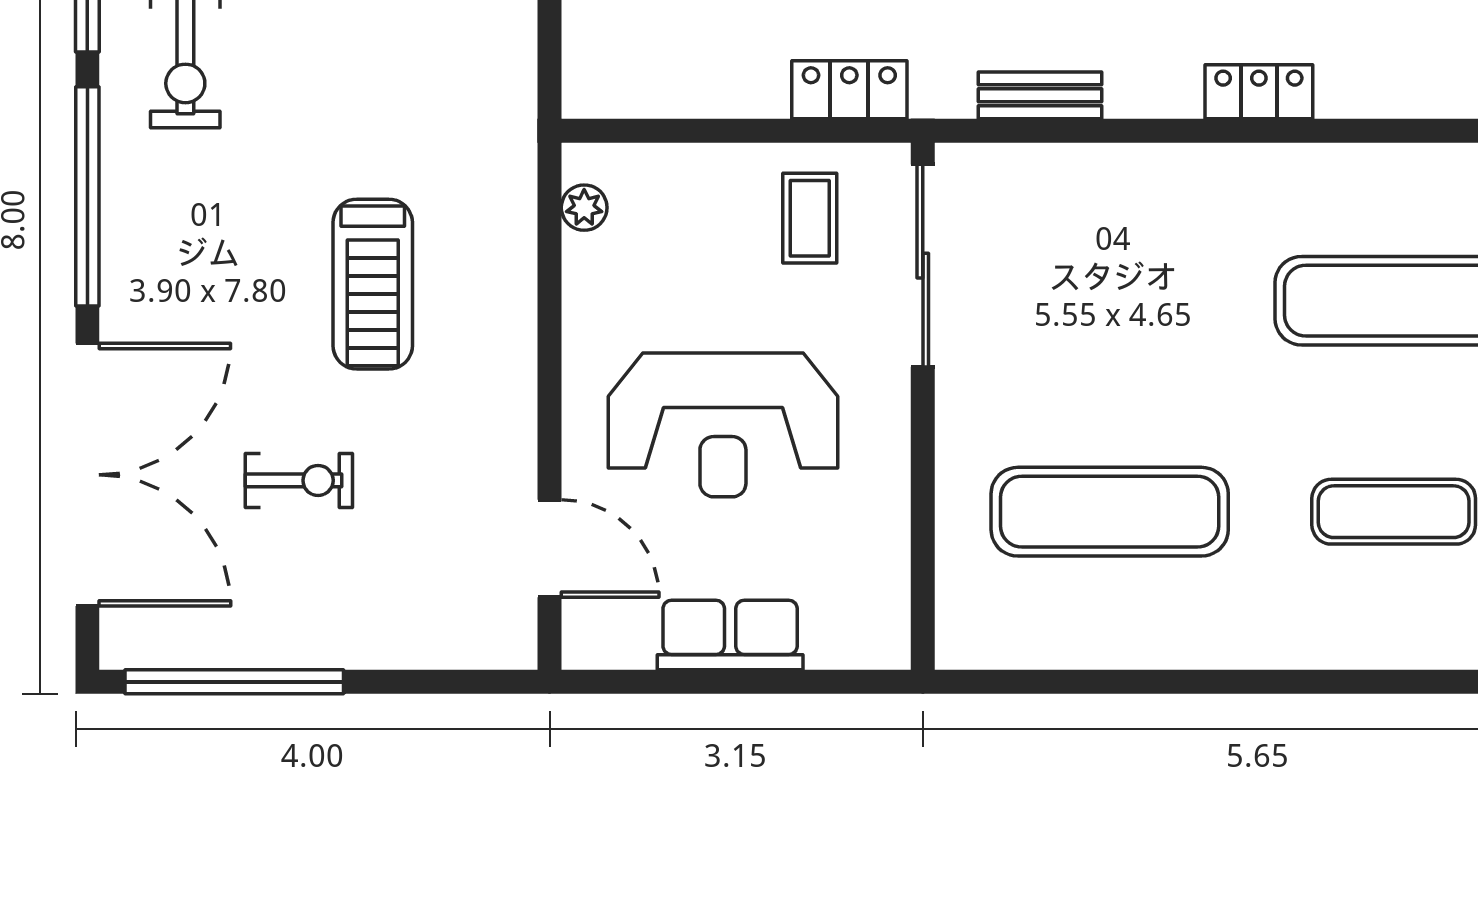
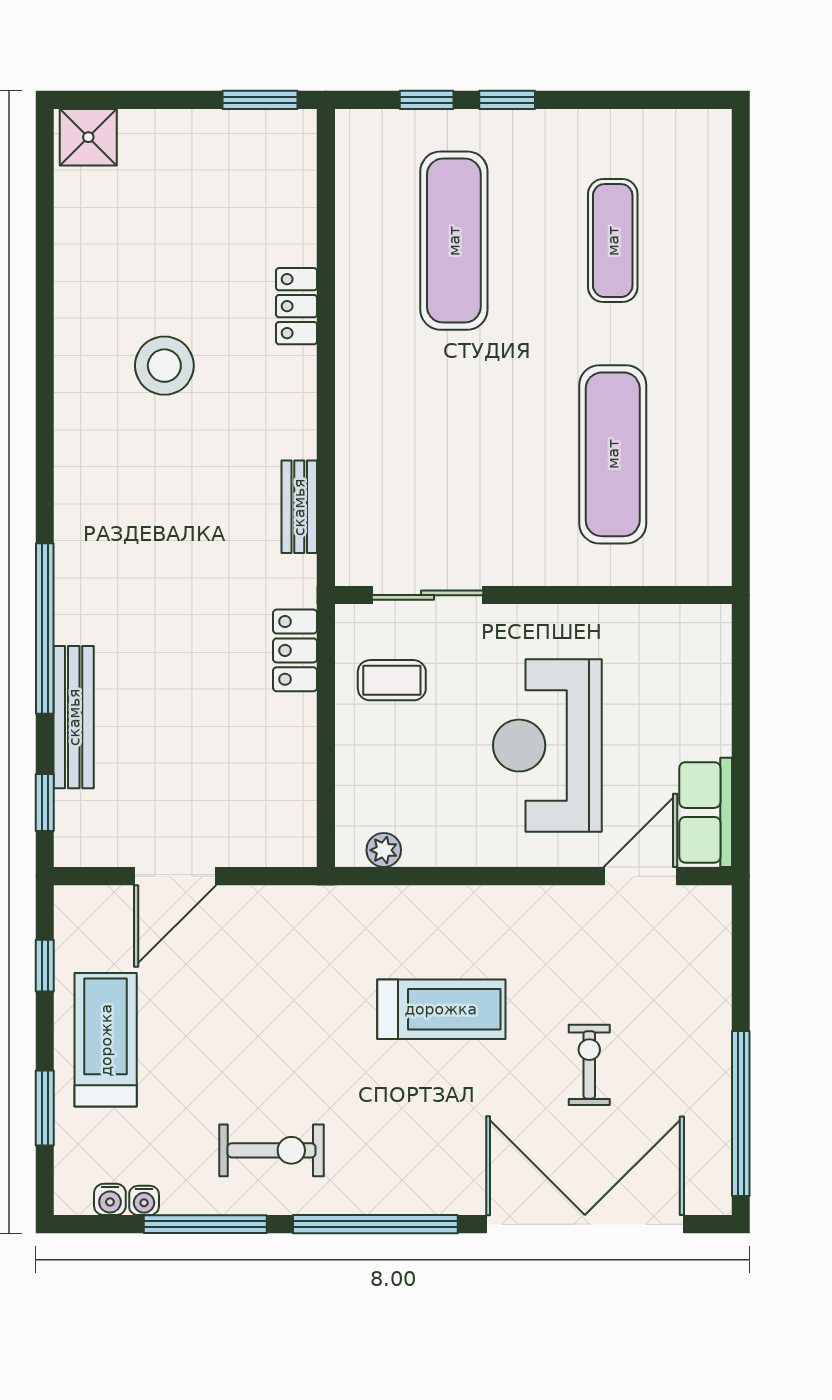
locker: (1259, 92) -> (296, 306), moved
sliding door: (923, 266) -> (427, 595), width x0.73
reception desk: (723, 425) -> (547, 746), turned 180
row of seats: (730, 635) -> (706, 812), moved

